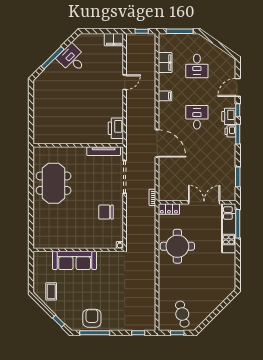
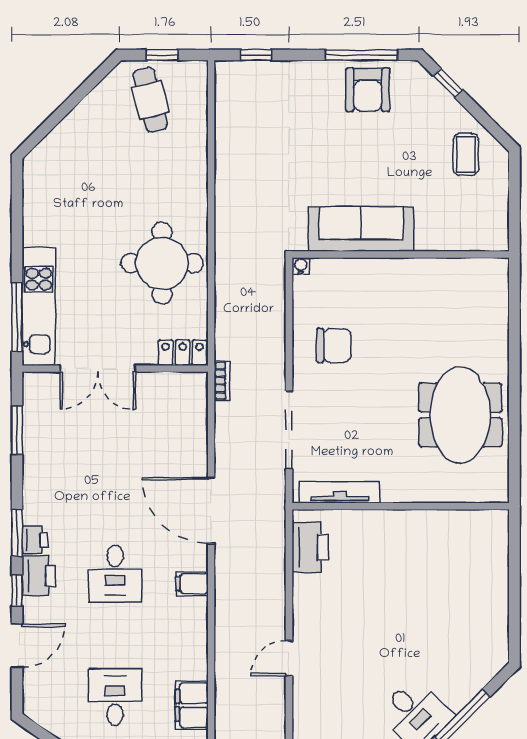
filing cabinet: (165, 96) -> (192, 584), moved
sofa: (75, 260) -> (361, 229), moved

